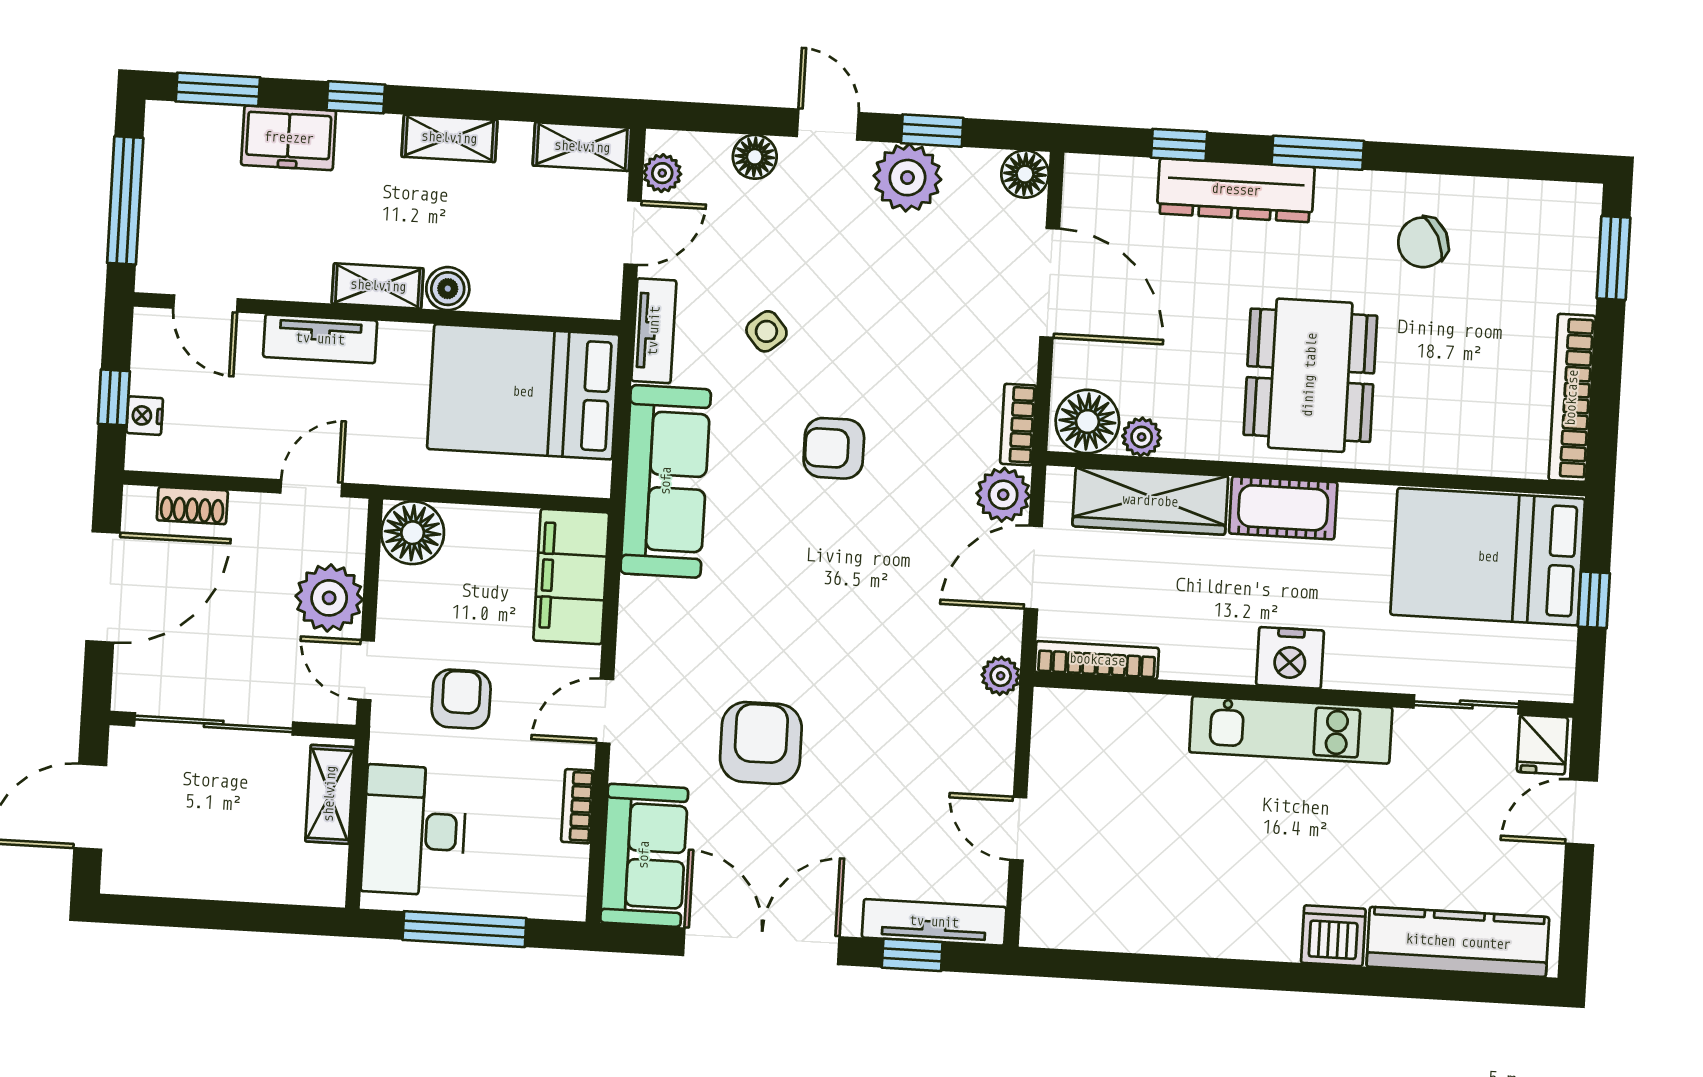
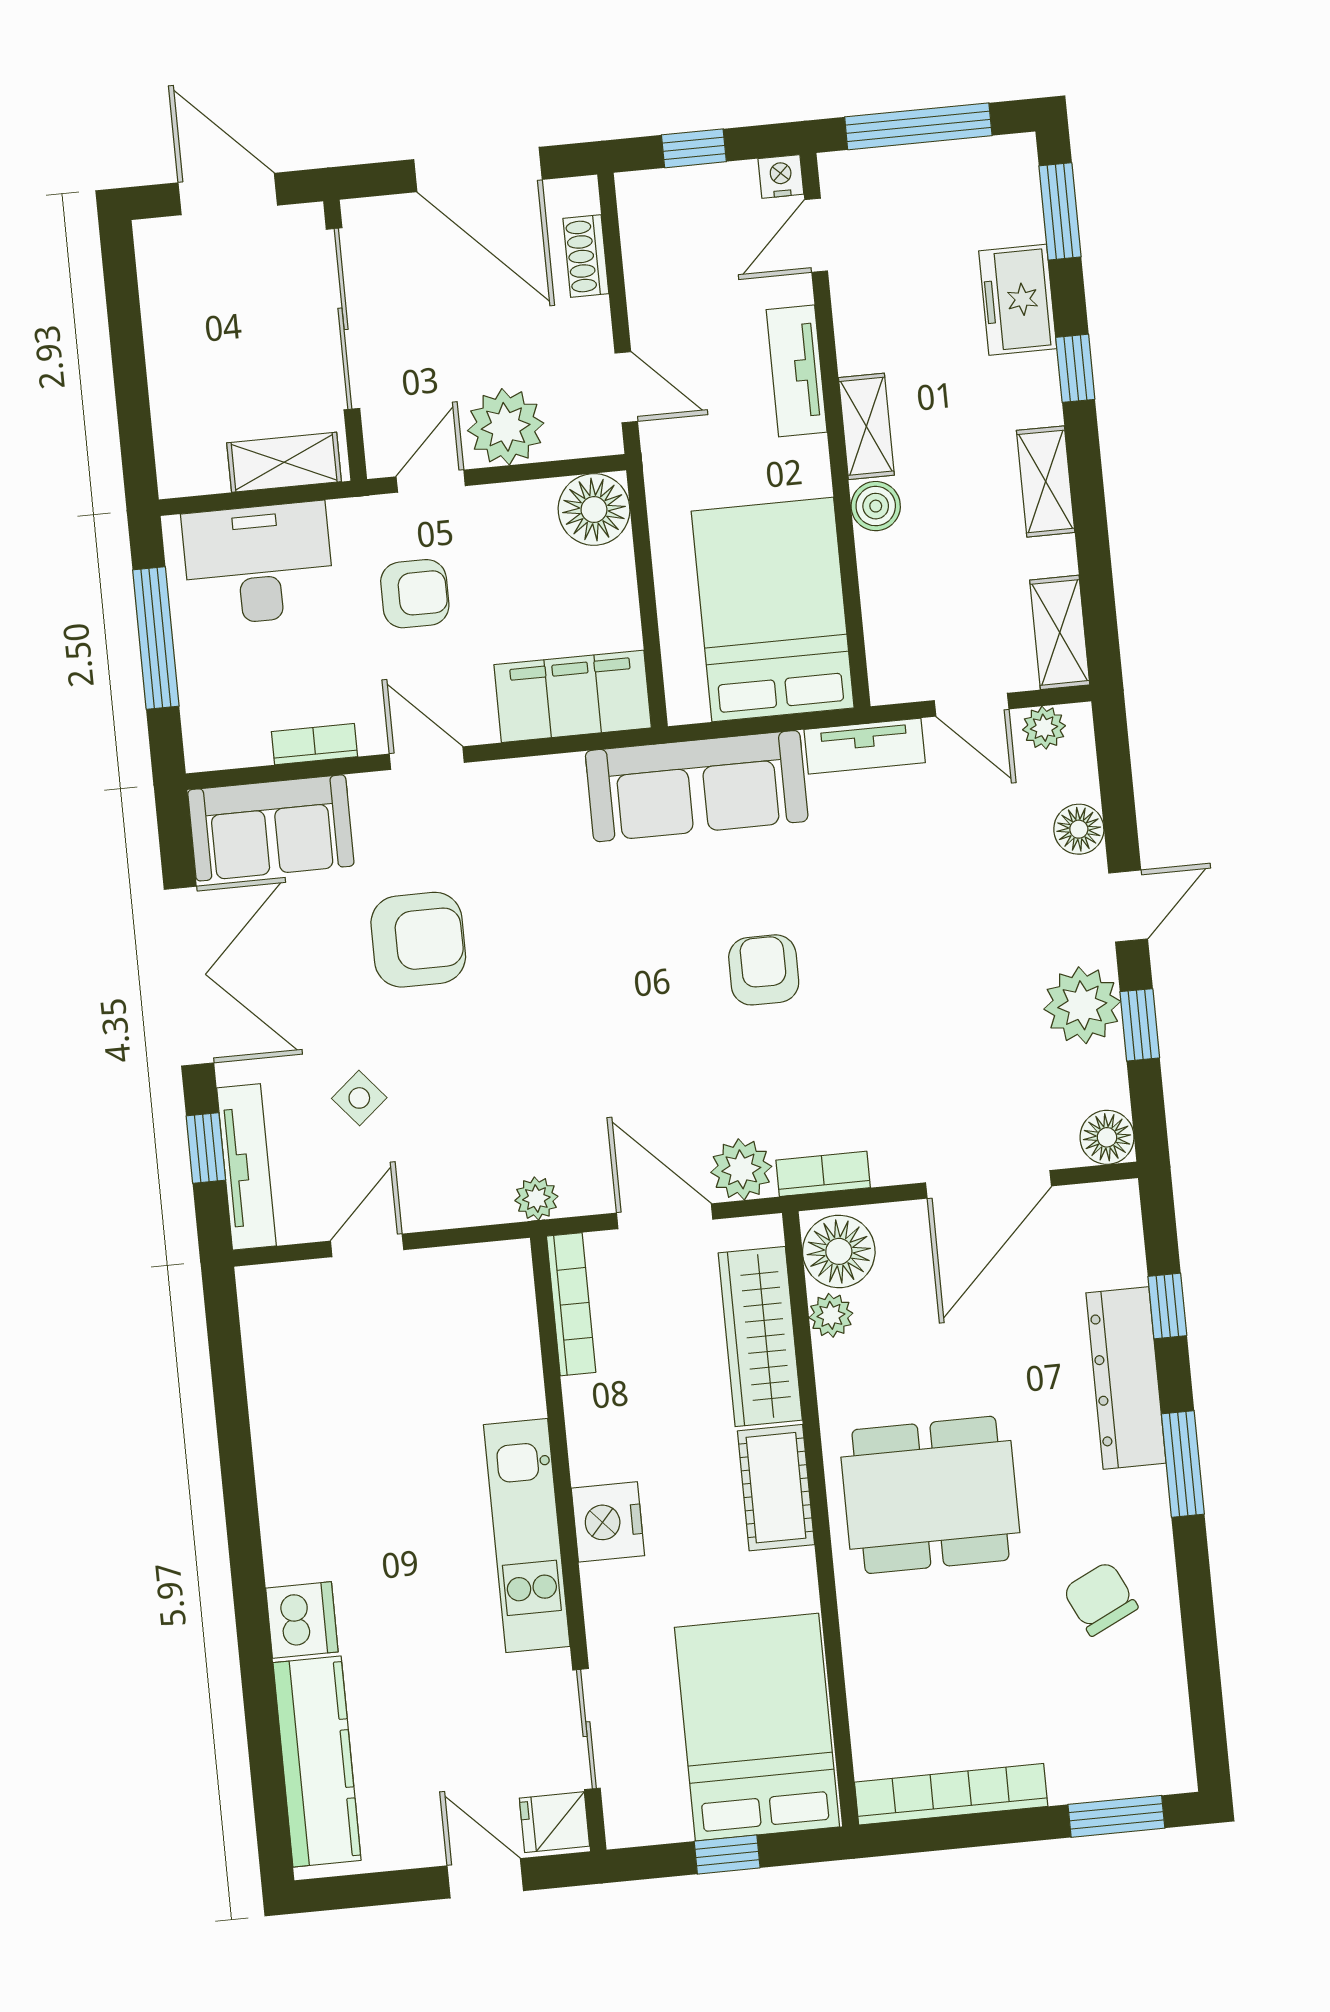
side table: (766, 331) -> (359, 1098), moved
nightstand: (145, 416) -> (781, 176), moved

